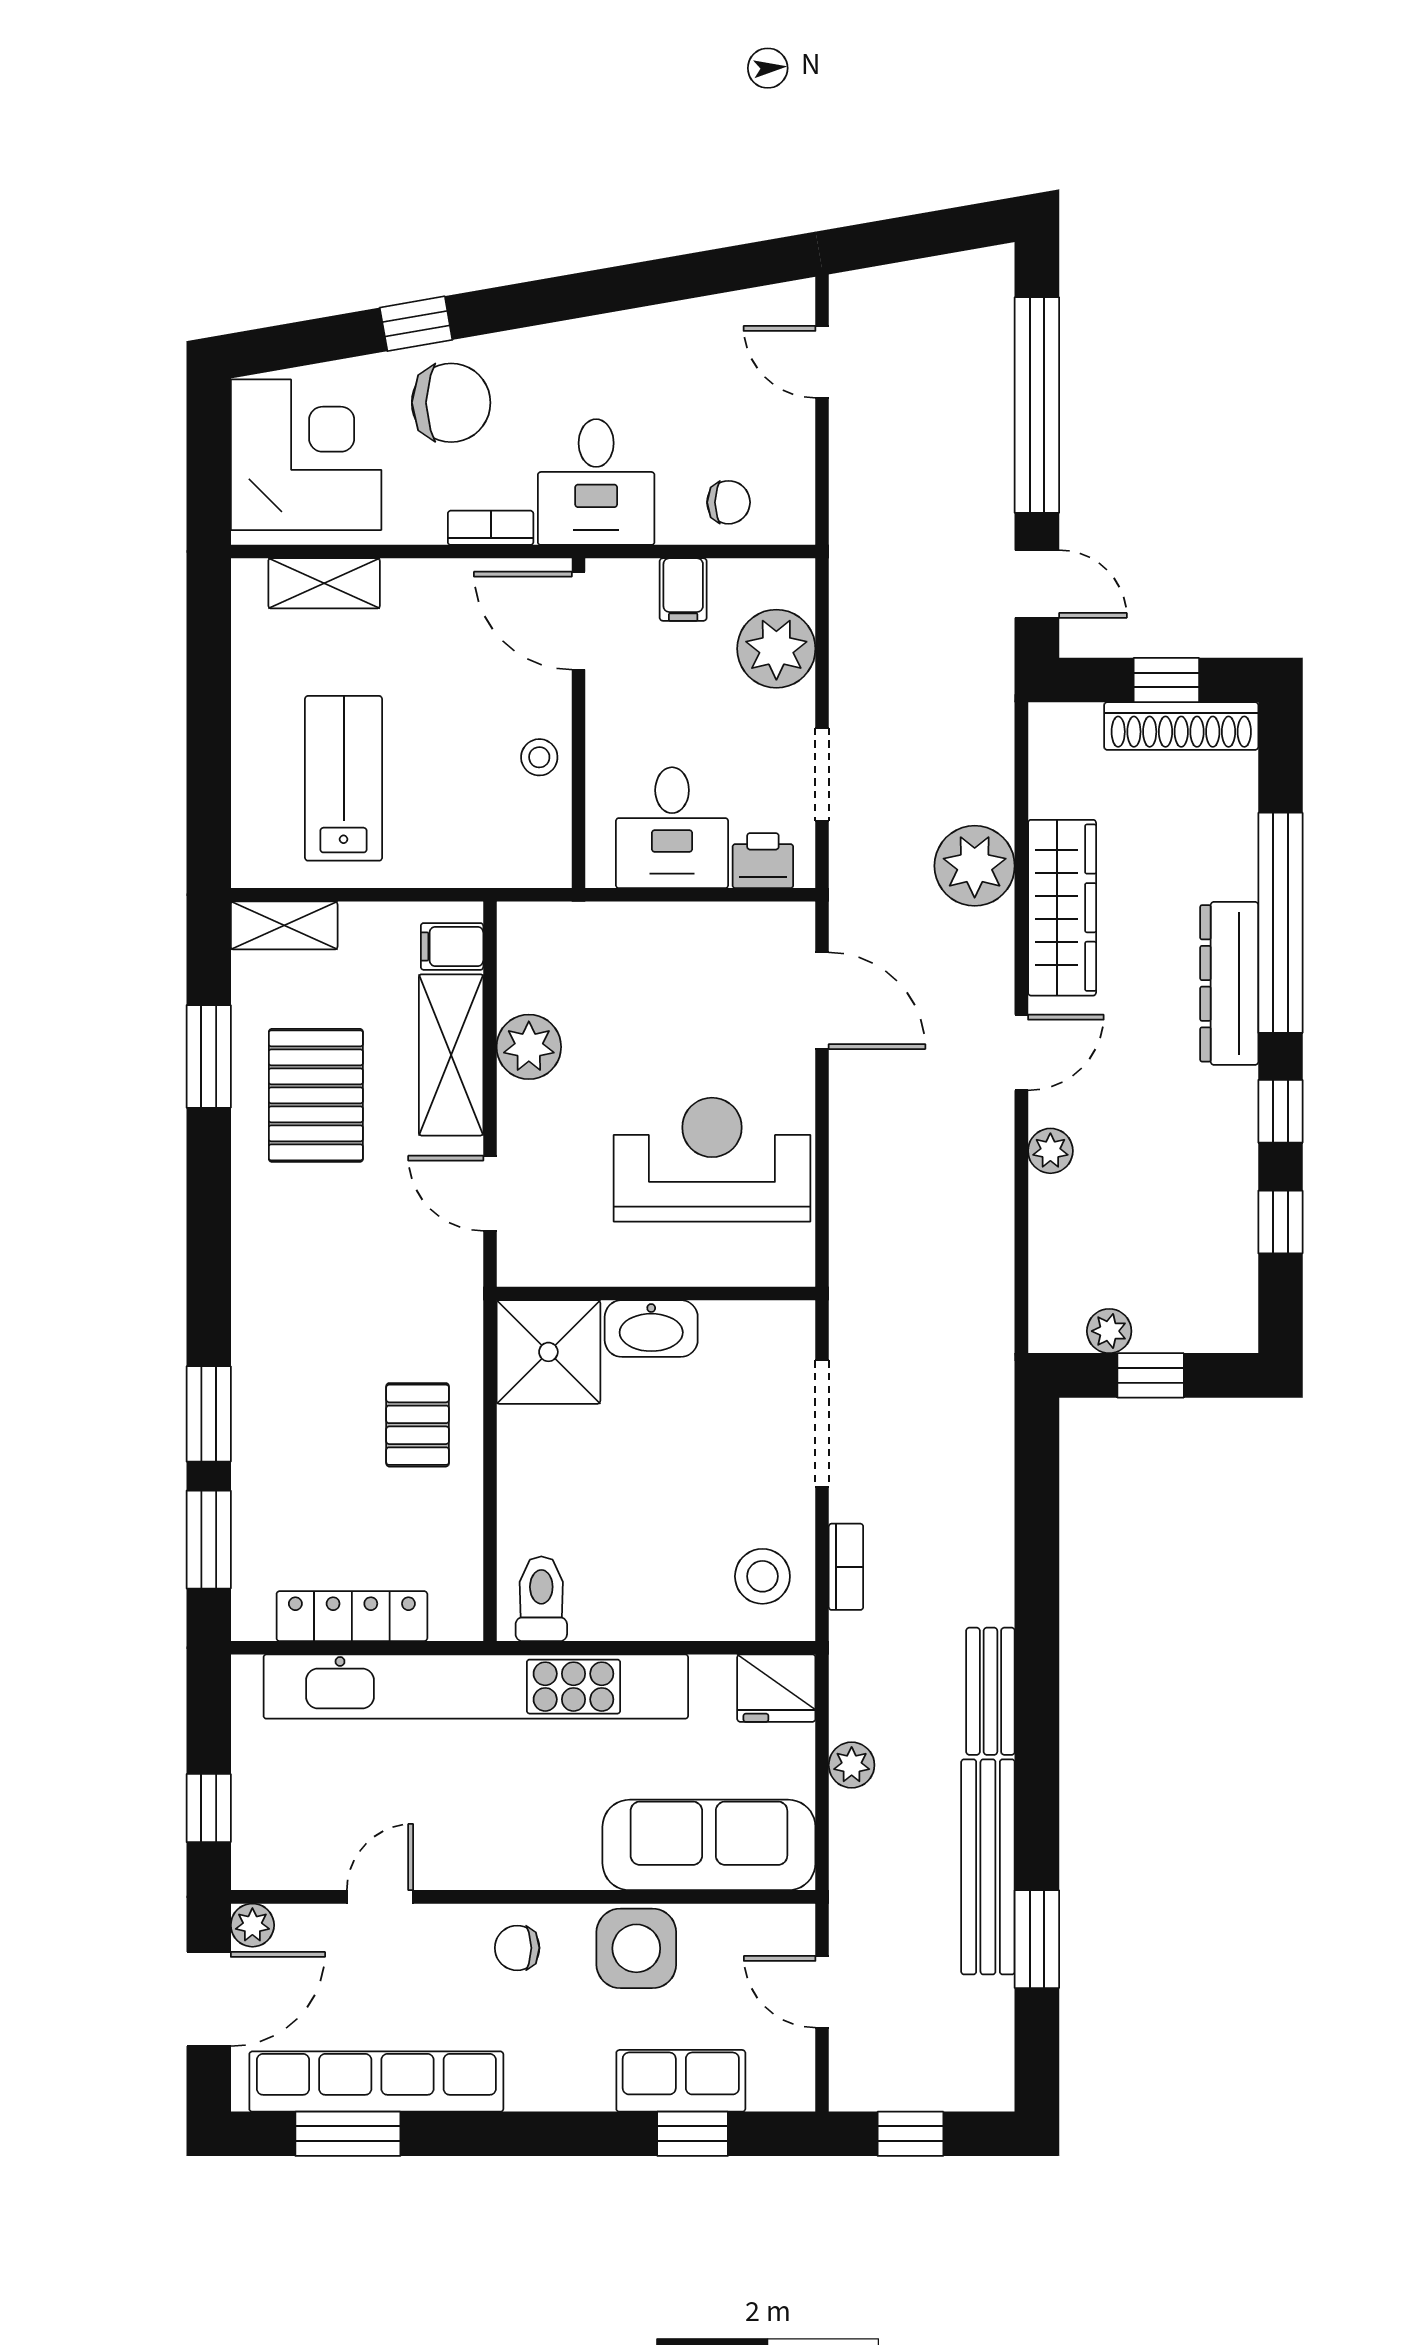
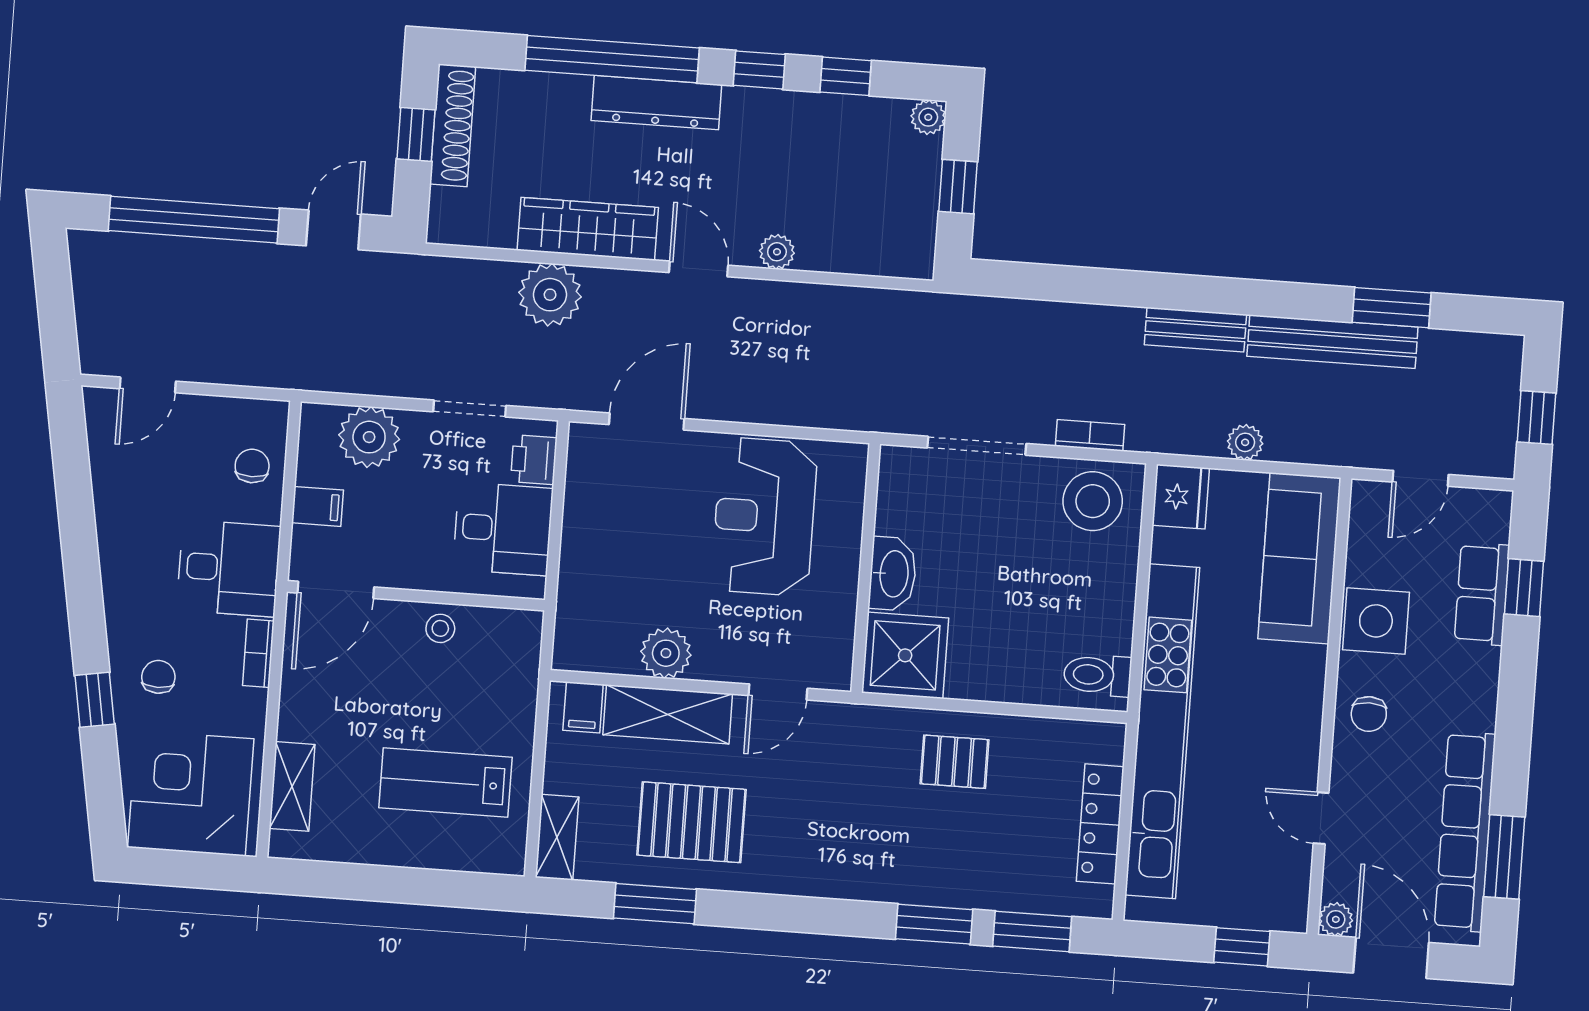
chair: (451, 403) -> (158, 677), width x0.54, depth x0.54
plant: (1109, 1331) -> (928, 117), moved
stool: (762, 1576) -> (1093, 501), width x1.38, depth x1.38

